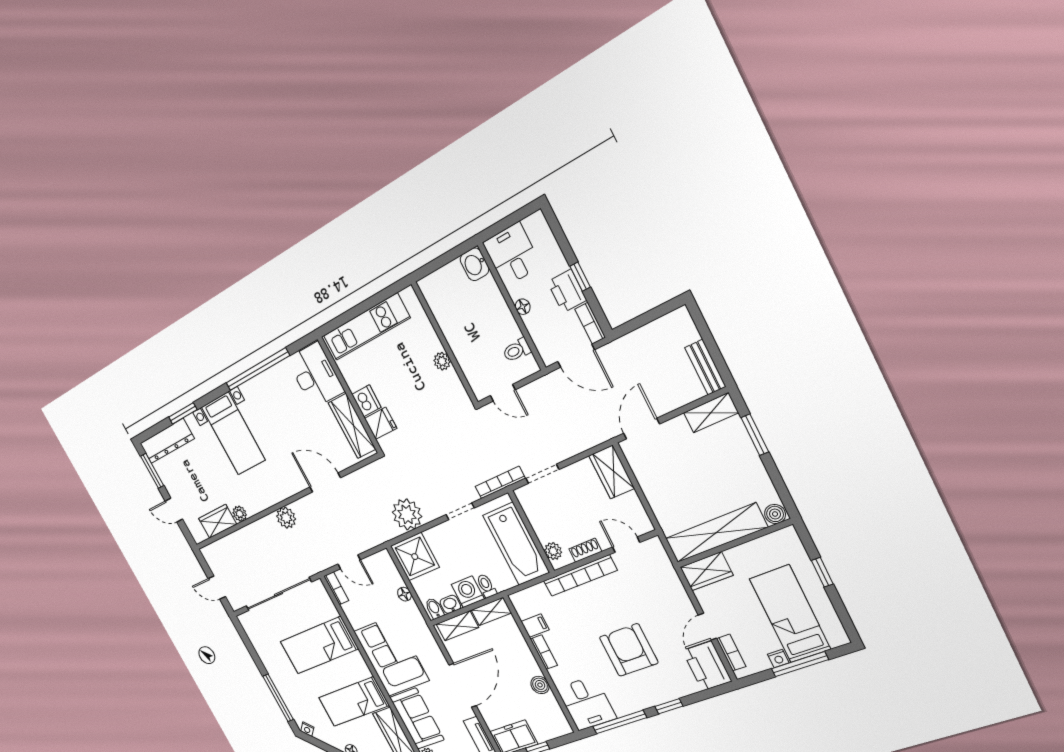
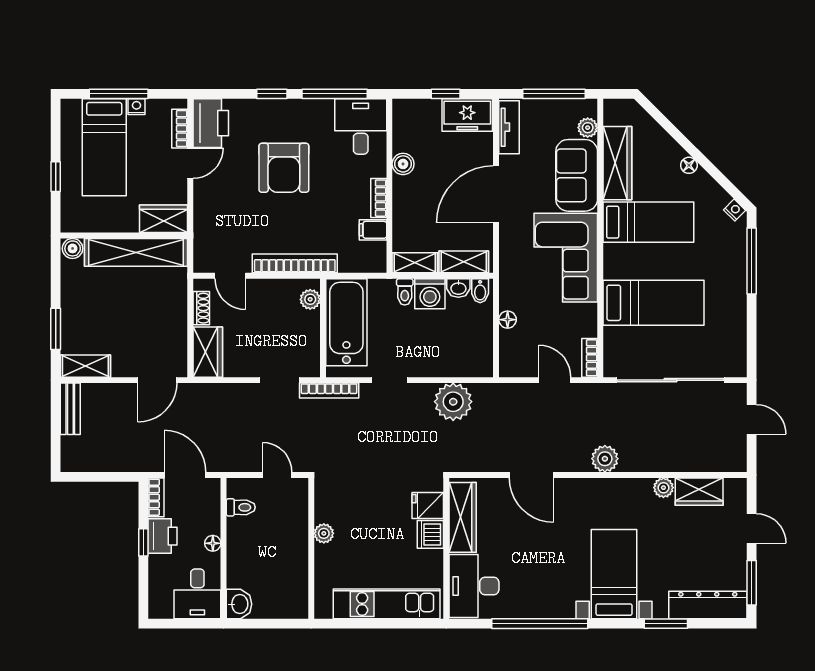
shoe rack: (585, 550) -> (201, 308), moved, turned -90
shower: (415, 557) -> (471, 355), removed

